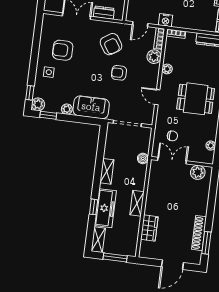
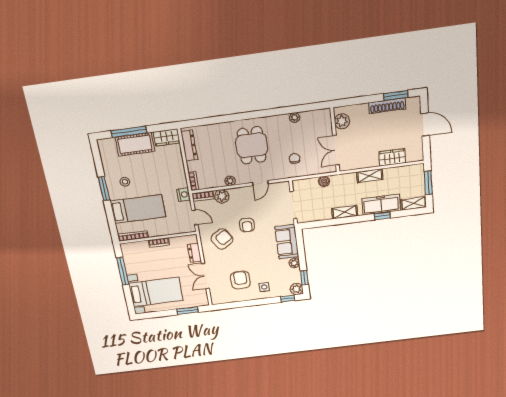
armchair: (63, 50) -> (240, 280), turned 180
double door: (172, 161) -> (336, 150), moved
wall: (182, 162) -> (335, 140), moved
plant: (198, 172) -> (342, 121), moved

